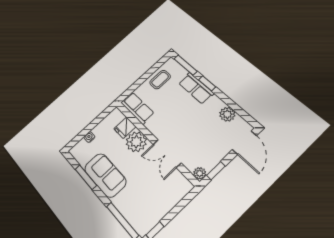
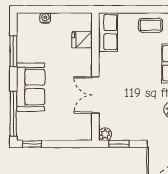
plant: (136, 142) -> (80, 61), removed
sofa: (105, 175) -> (31, 87), moved

